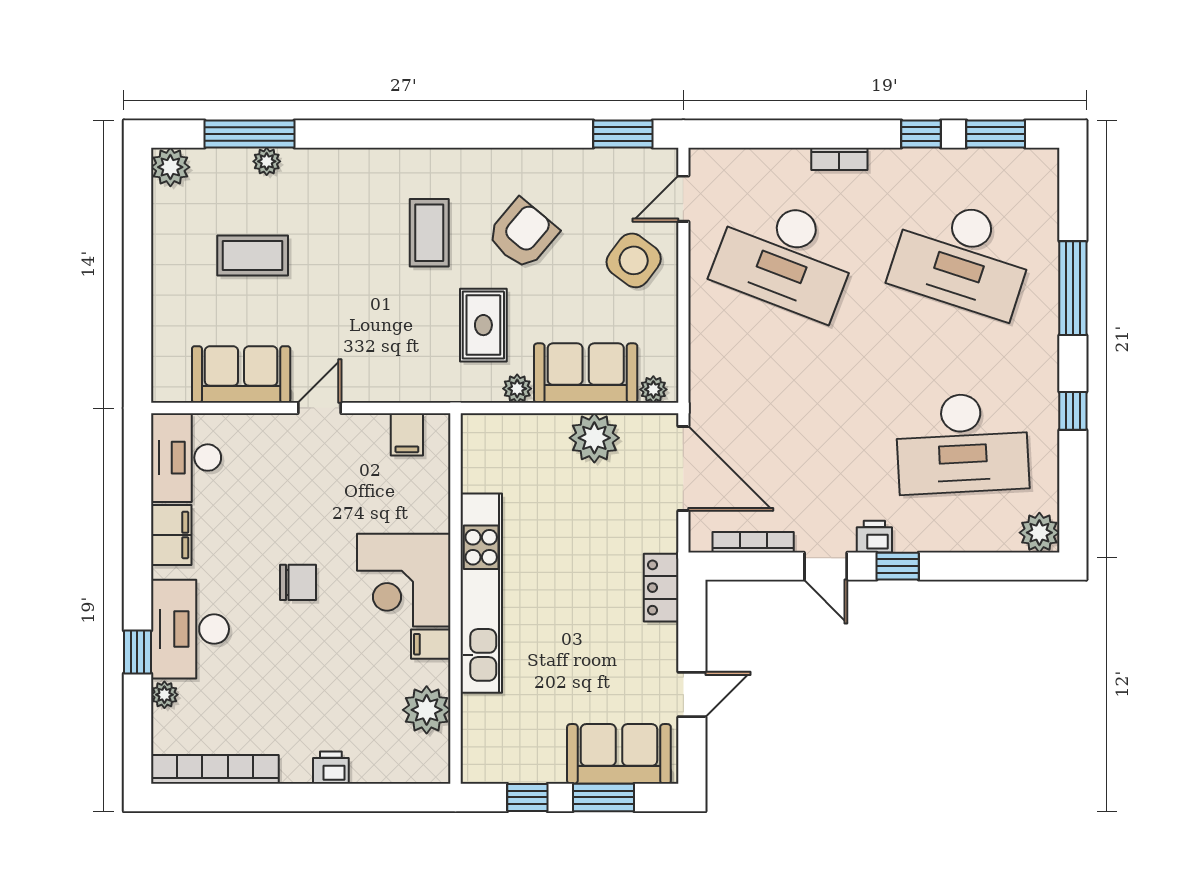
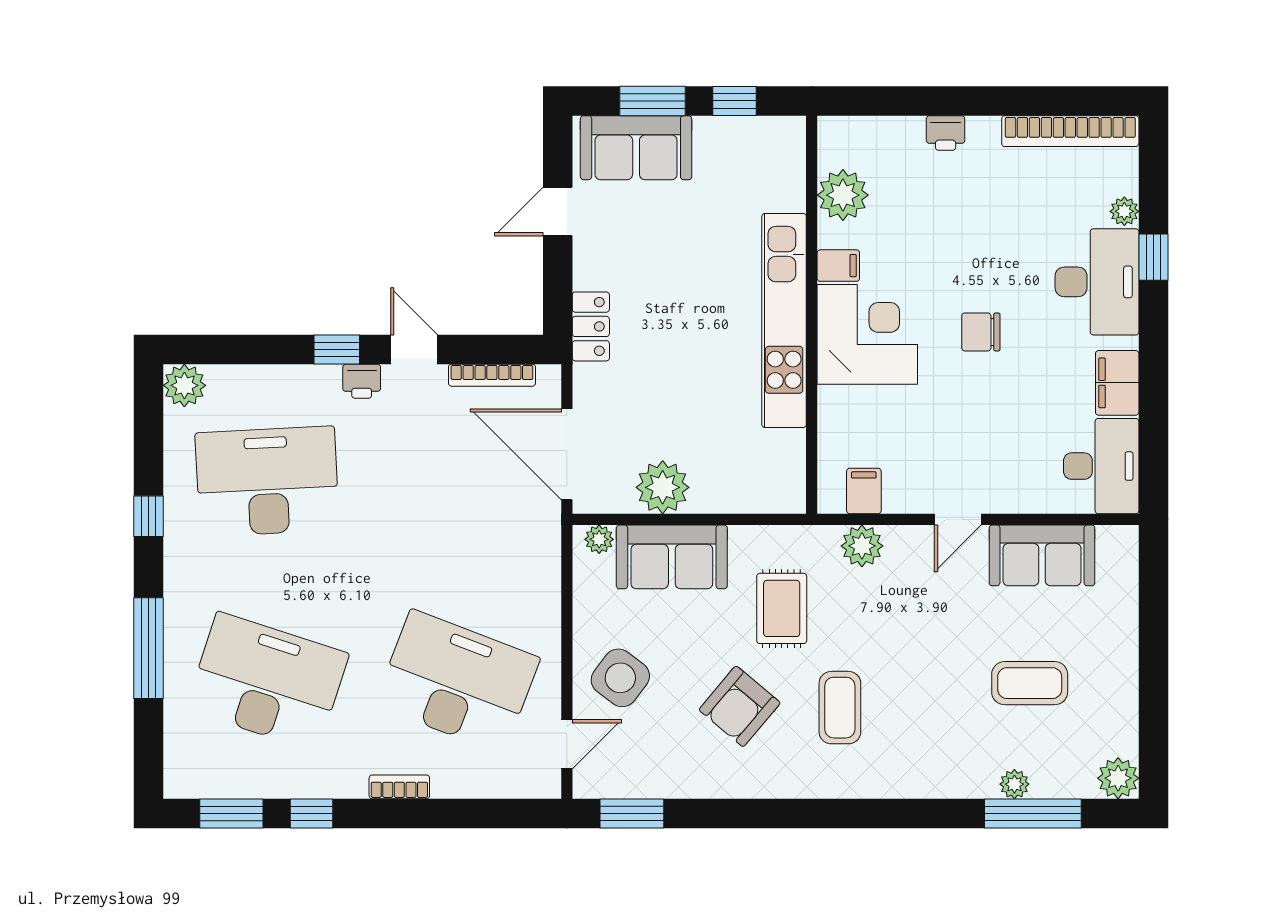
plant: (517, 389) -> (862, 546), moved, width x1.38, depth x1.38

